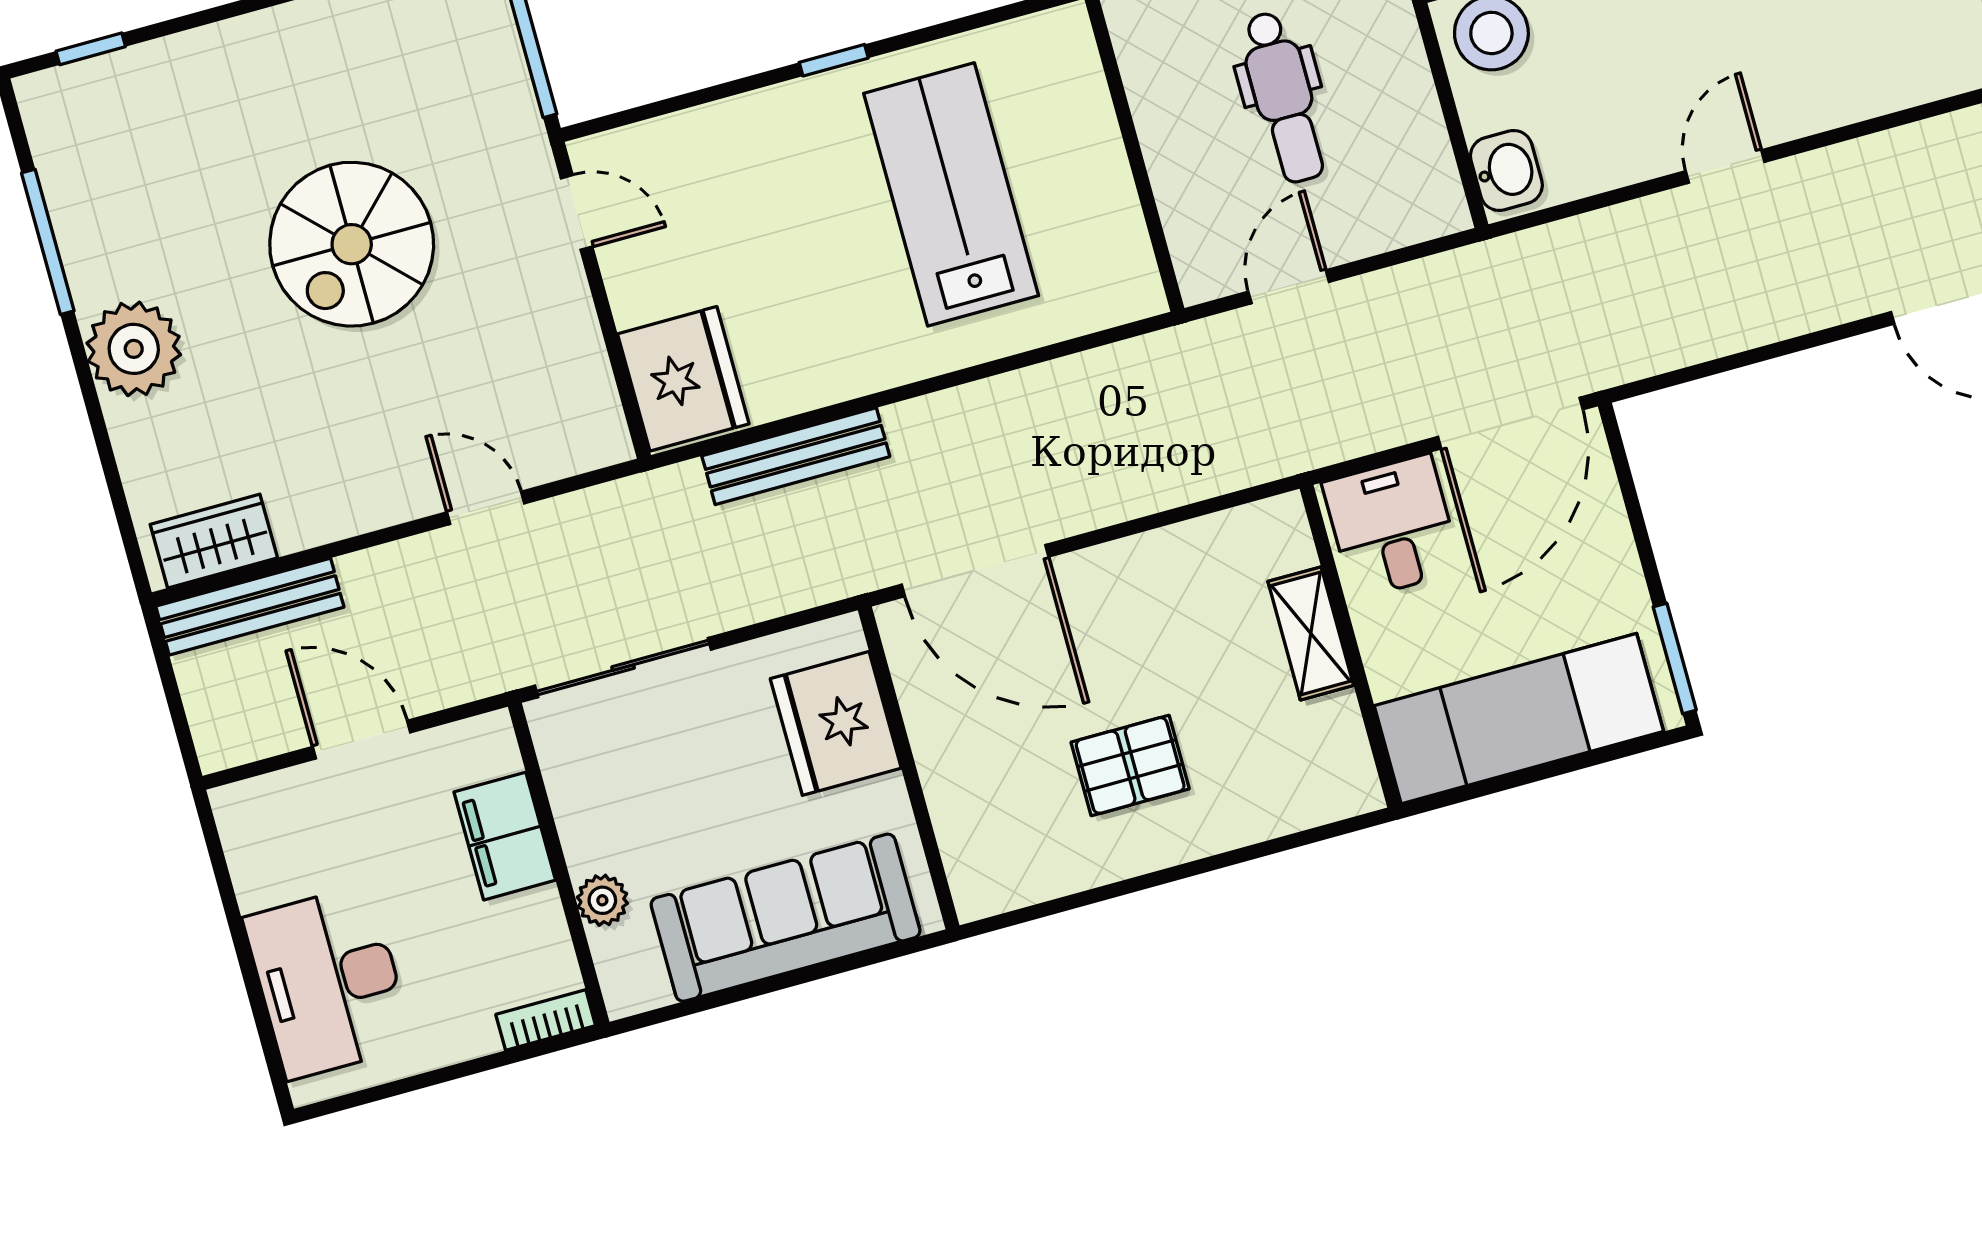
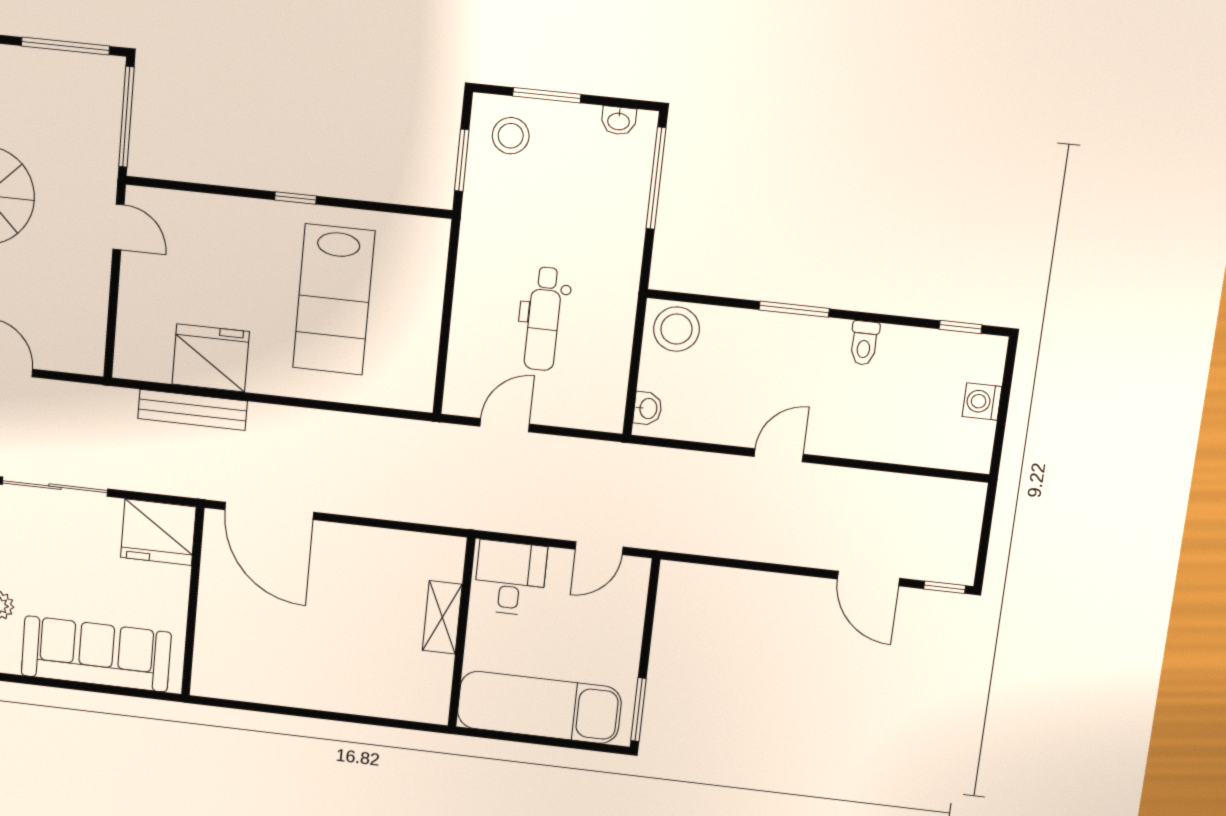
washbasin: (1506, 170) -> (648, 408), width x0.72, depth x0.69
lab bench: (951, 194) -> (334, 300), turned 180
fridge: (683, 379) -> (211, 358), moved, turned -90
door: (1510, 423) -> (599, 548), width x0.53
fridge: (836, 723) -> (158, 532), moved, turned -90
pallet: (1130, 765) -> (315, 648), removed

